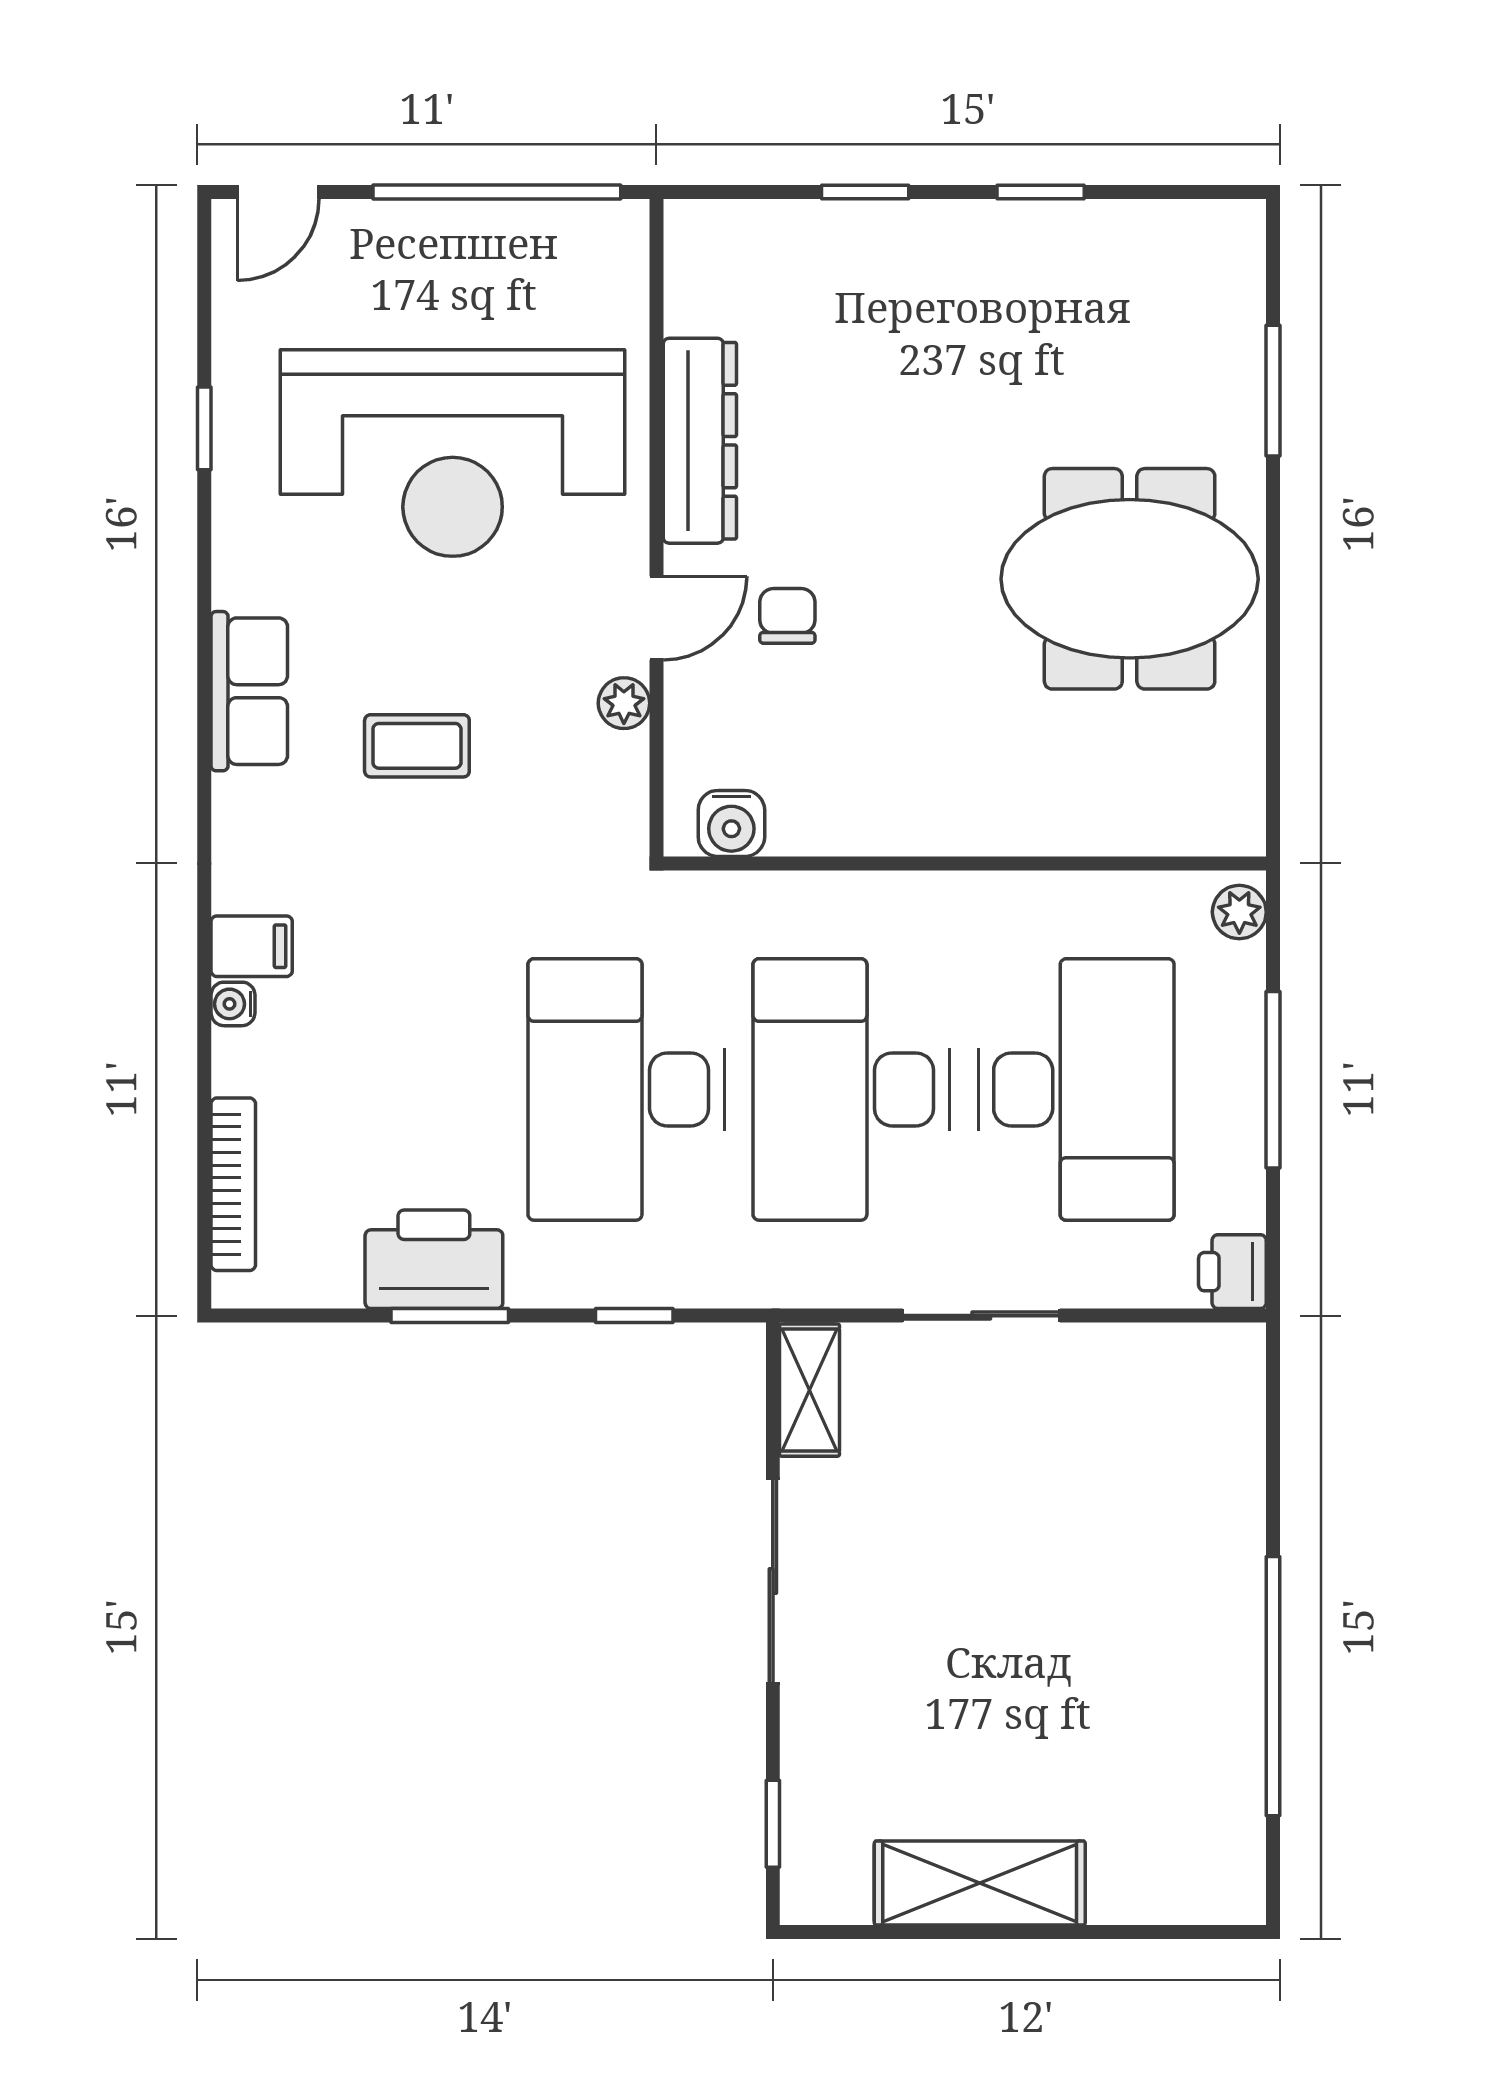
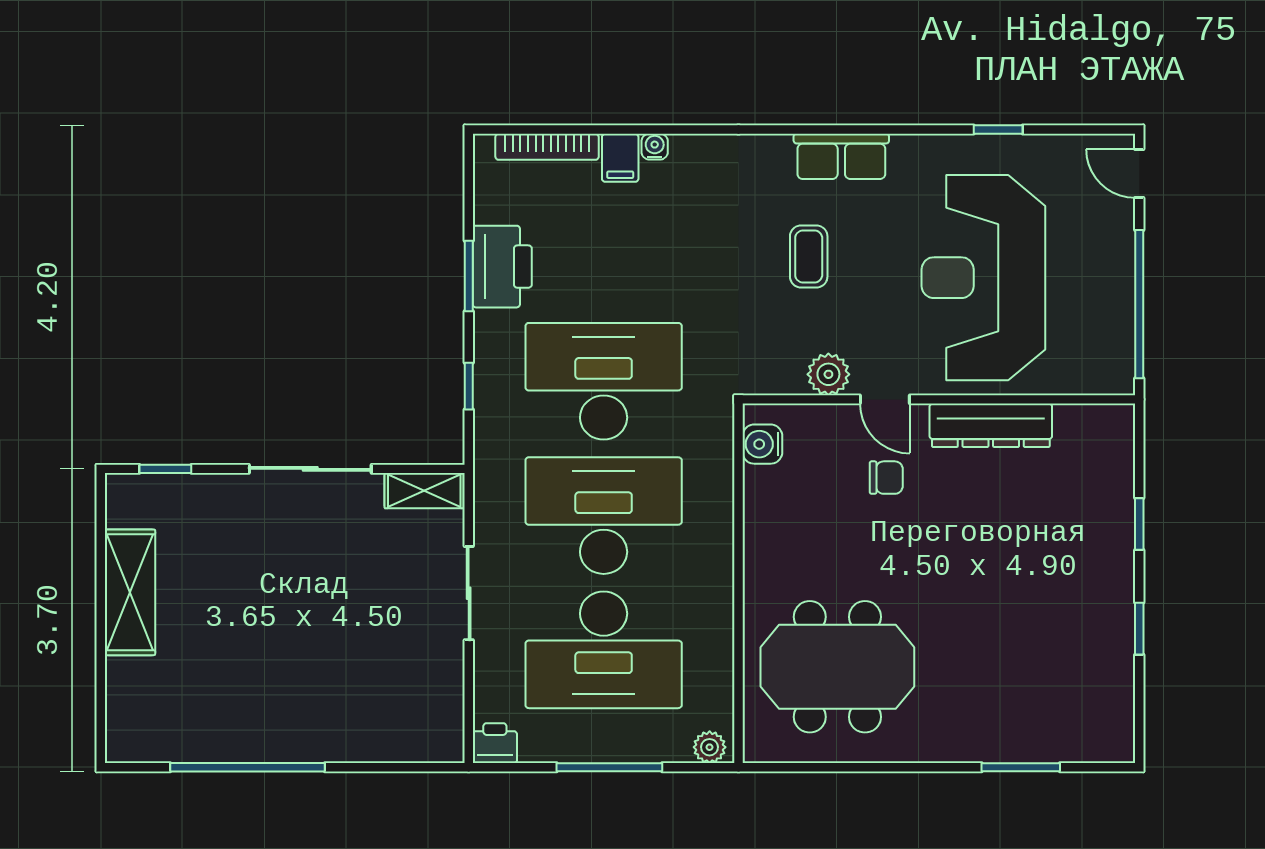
meeting table: (1130, 579) -> (837, 667), moved, turned 90
plant: (624, 703) -> (828, 374), width x1.38, depth x1.38
filing cabinet: (252, 946) -> (620, 158), moved

